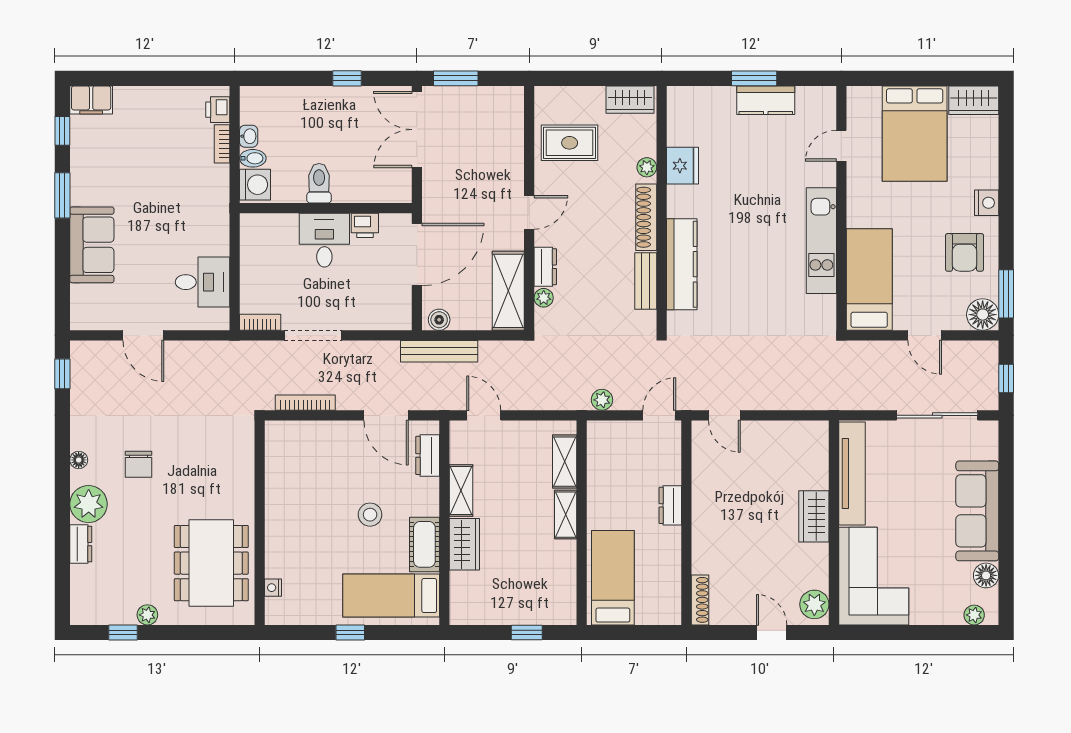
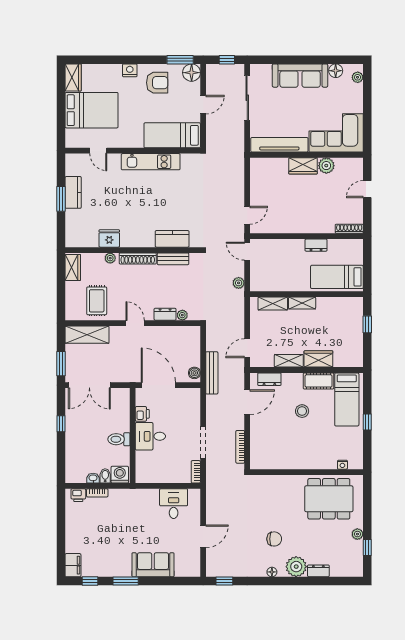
kitchen counter: (682, 264) -> (172, 239), width x0.67
shelving: (508, 291) -> (87, 335), moved
dresser: (670, 505) -> (316, 245), moved
plant: (814, 604) -> (326, 166), moved

